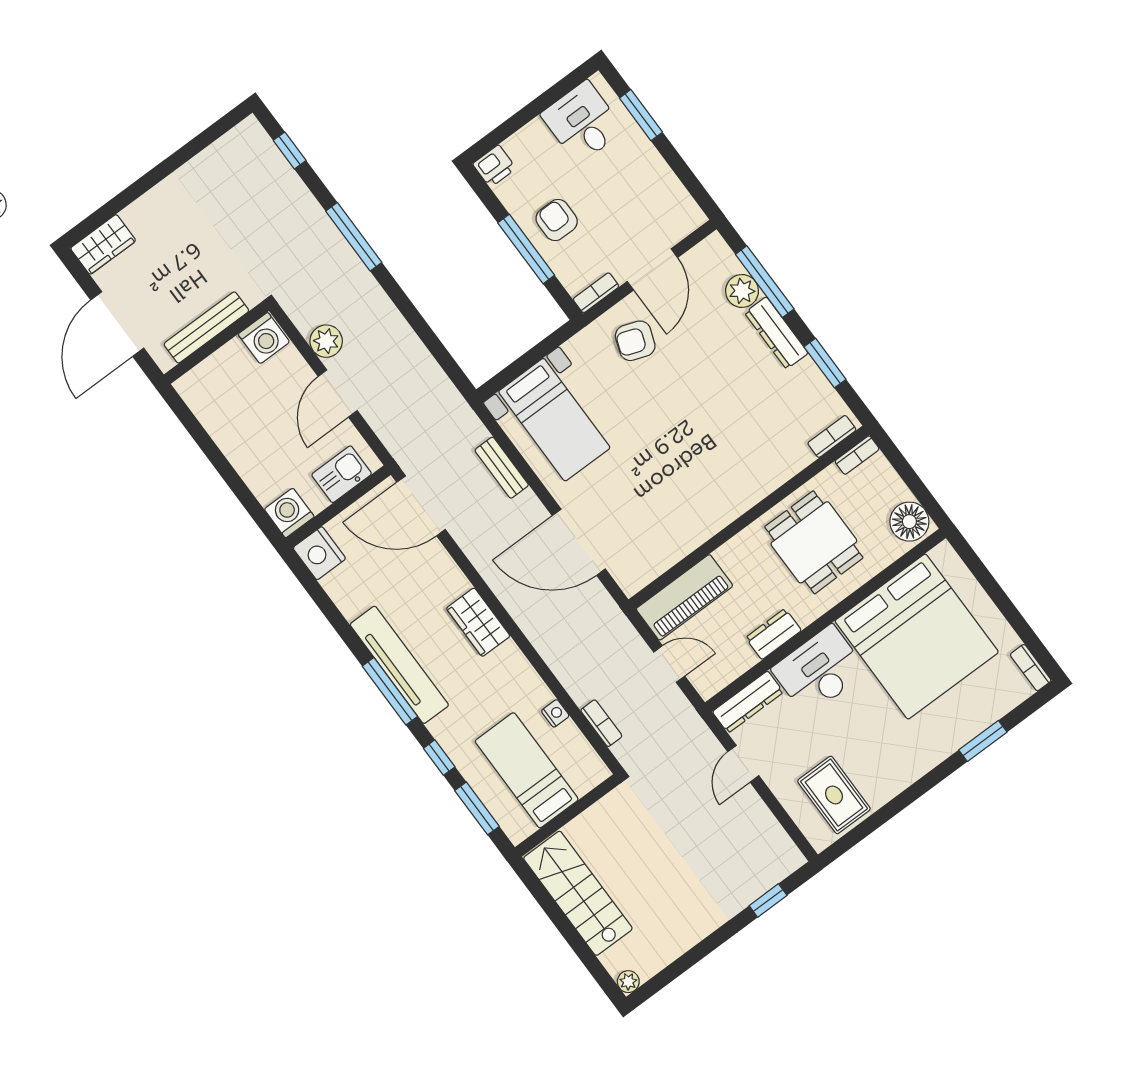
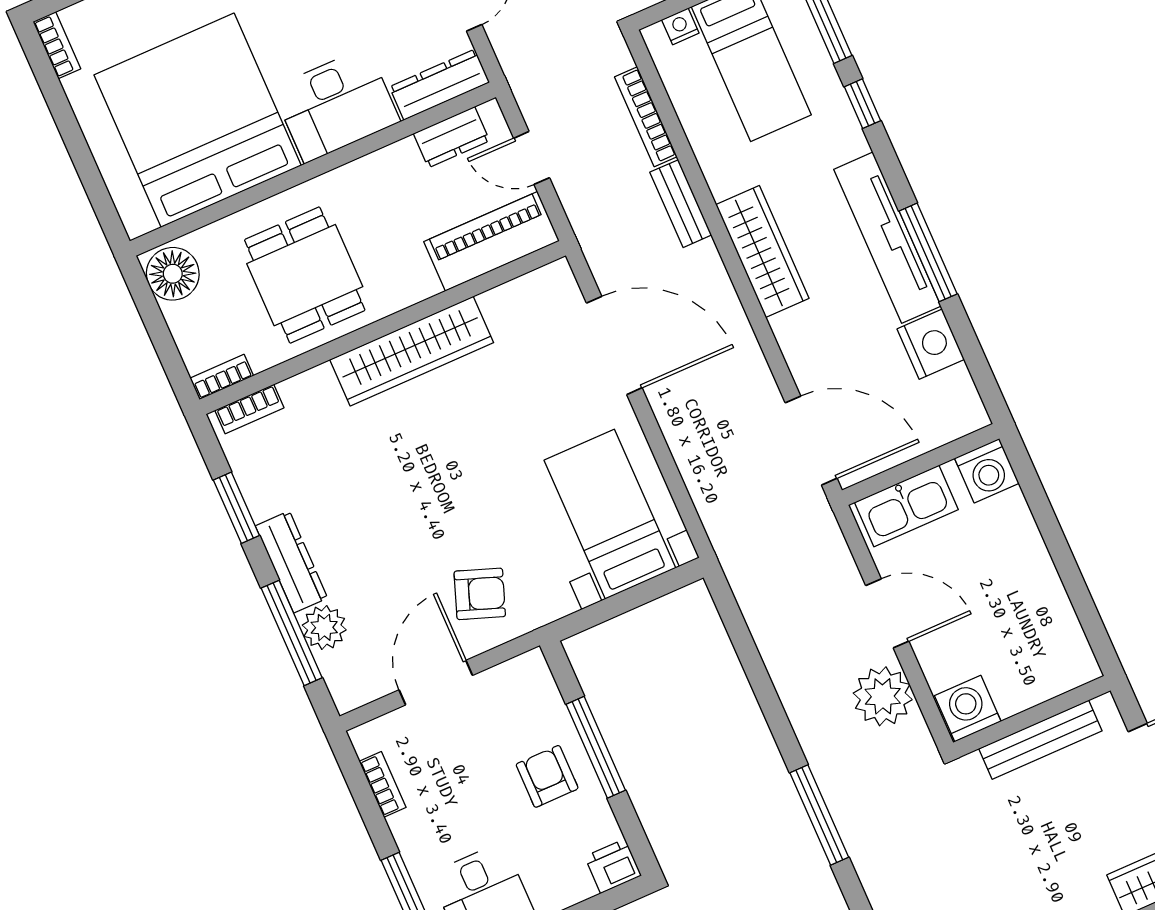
armchair: (557, 220) -> (547, 776), turned 180
bookcase: (596, 293) -> (383, 784), moved, turned -90
plant: (326, 341) -> (883, 696), width x1.36, depth x1.36
door: (338, 394) -> (887, 613), hinge flipped
bench: (502, 468) -> (681, 204), moved
kitchen sink: (342, 474) -> (906, 506), width x1.38
wardrobe: (724, 505) -> (412, 351), added
nightstand: (319, 553) -> (931, 344), moved
wardrobe: (478, 622) -> (762, 251), width x1.50
dresser: (773, 634) -> (452, 137), moved
window: (390, 691) -> (928, 252), moved
nightstand: (555, 713) -> (680, 26), moved, turned 90
bookcase: (601, 723) -> (646, 117), width x1.56

